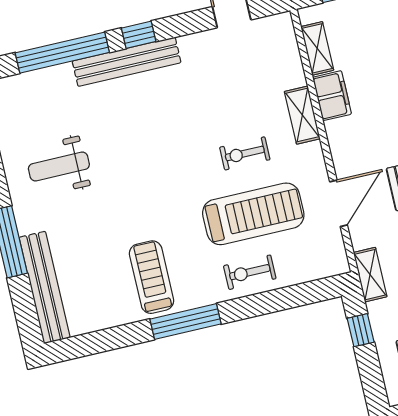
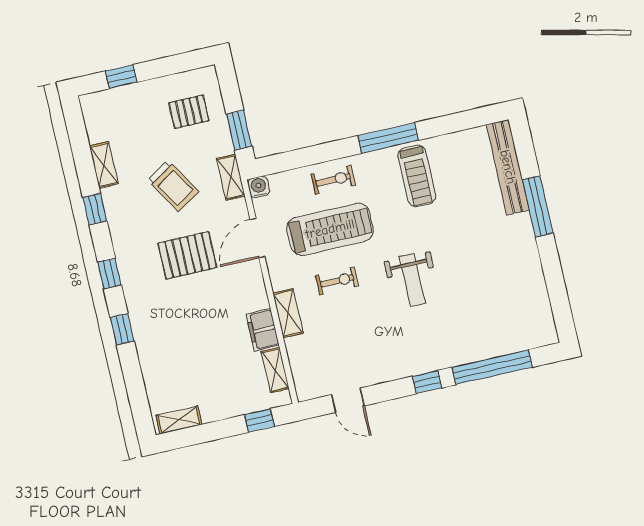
bench: (127, 62) -> (437, 359), removed
weight bench: (59, 166) -> (412, 280), moved, turned 90
treadmill: (253, 214) -> (330, 229), turned 180
water cooler: (337, 263) -> (259, 187), added
window: (361, 330) -> (239, 130), width x1.50

